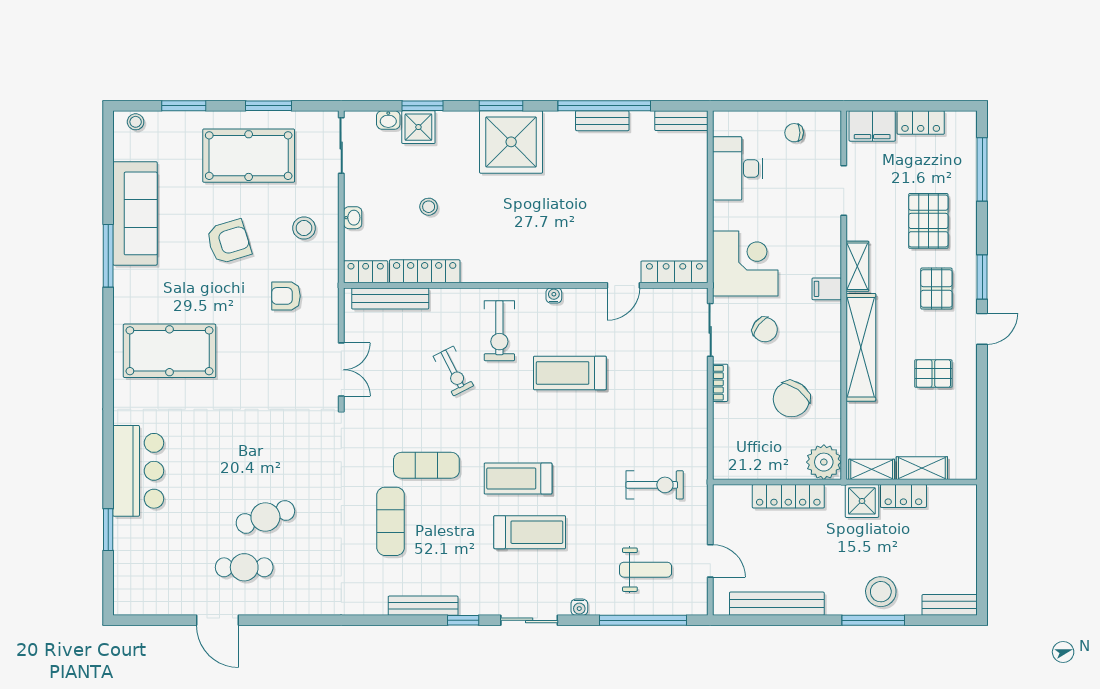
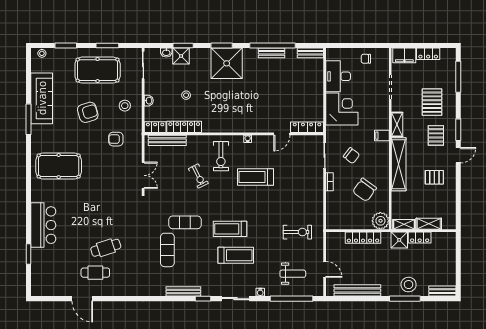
corner desk: (745, 263) -> (342, 109), moved

